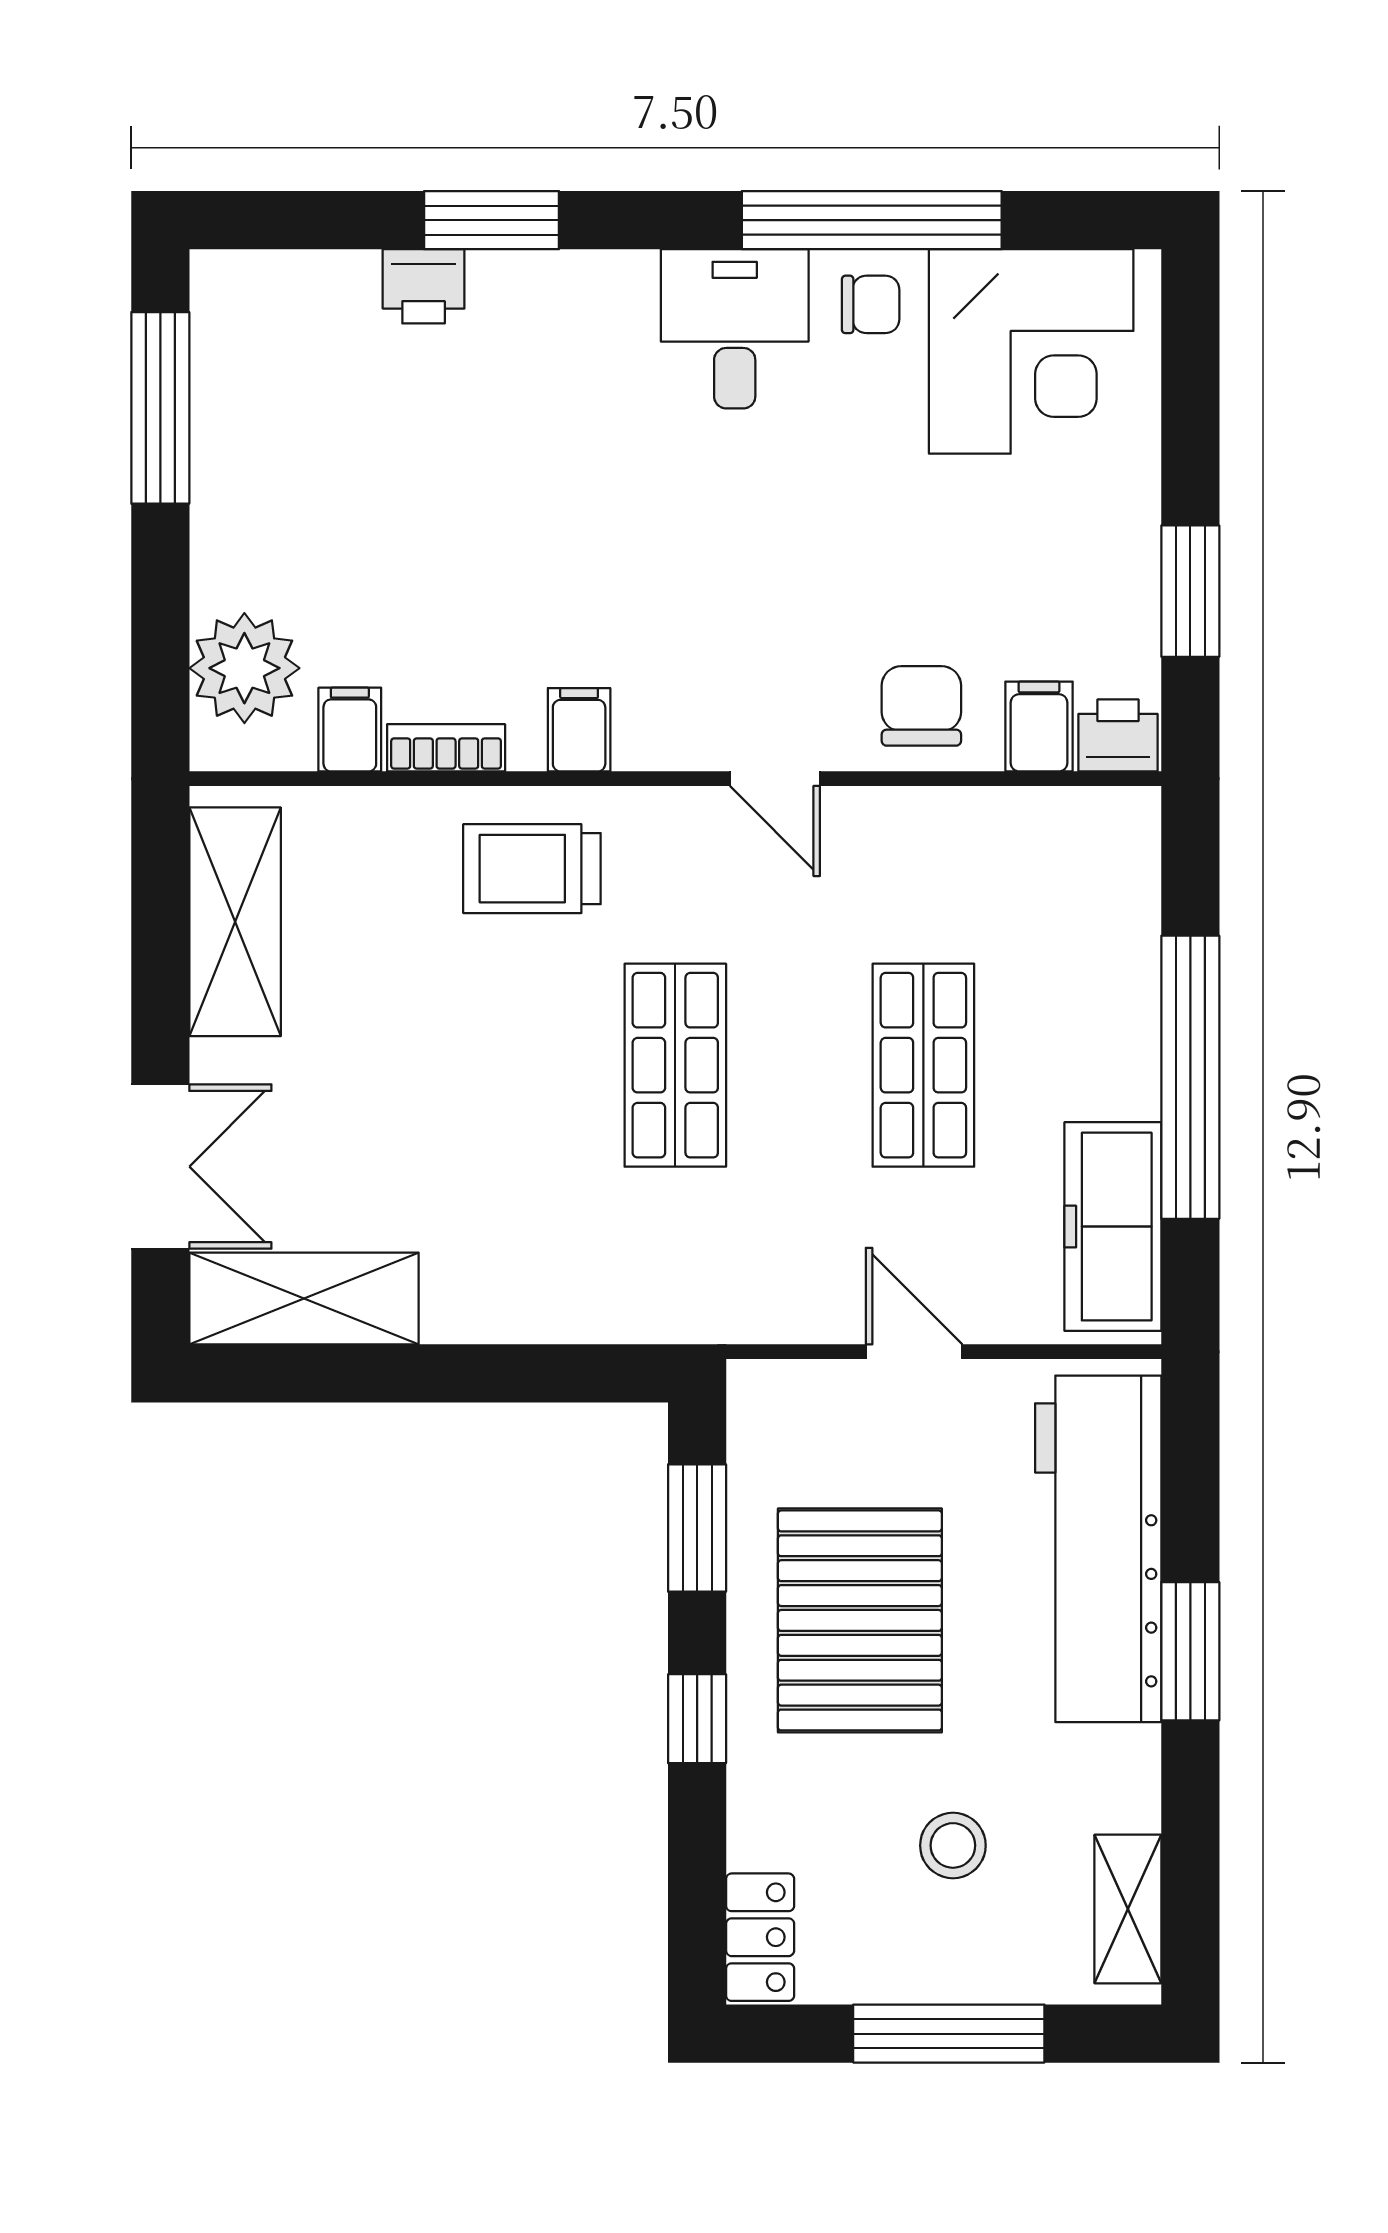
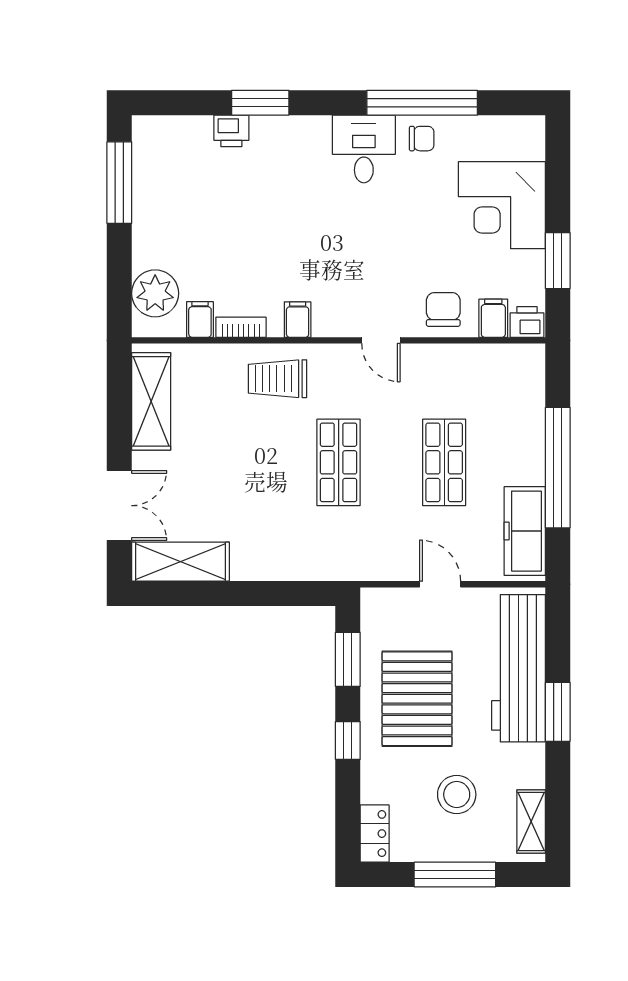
corner desk: (1031, 351) -> (502, 205), moved, turned 90
stool: (953, 1845) -> (457, 795), width x1.38, depth x1.38

